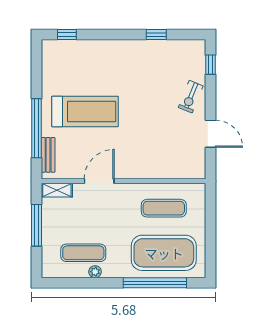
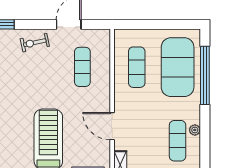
exercise bike: (191, 97) -> (35, 43), turned 146
exercise mat: (164, 149) -> (82, 67), added

